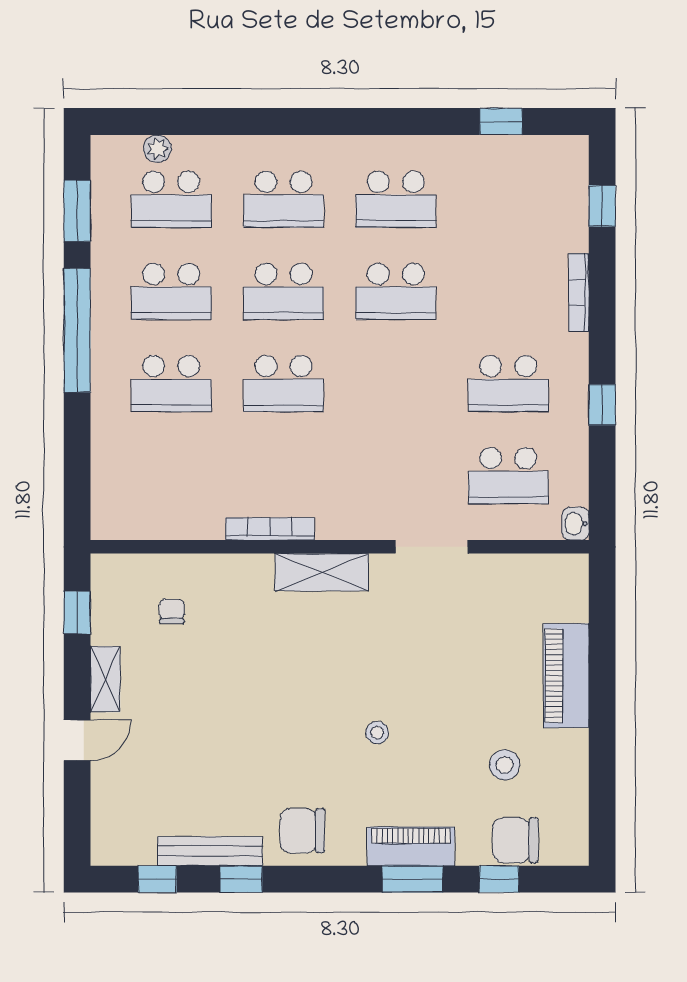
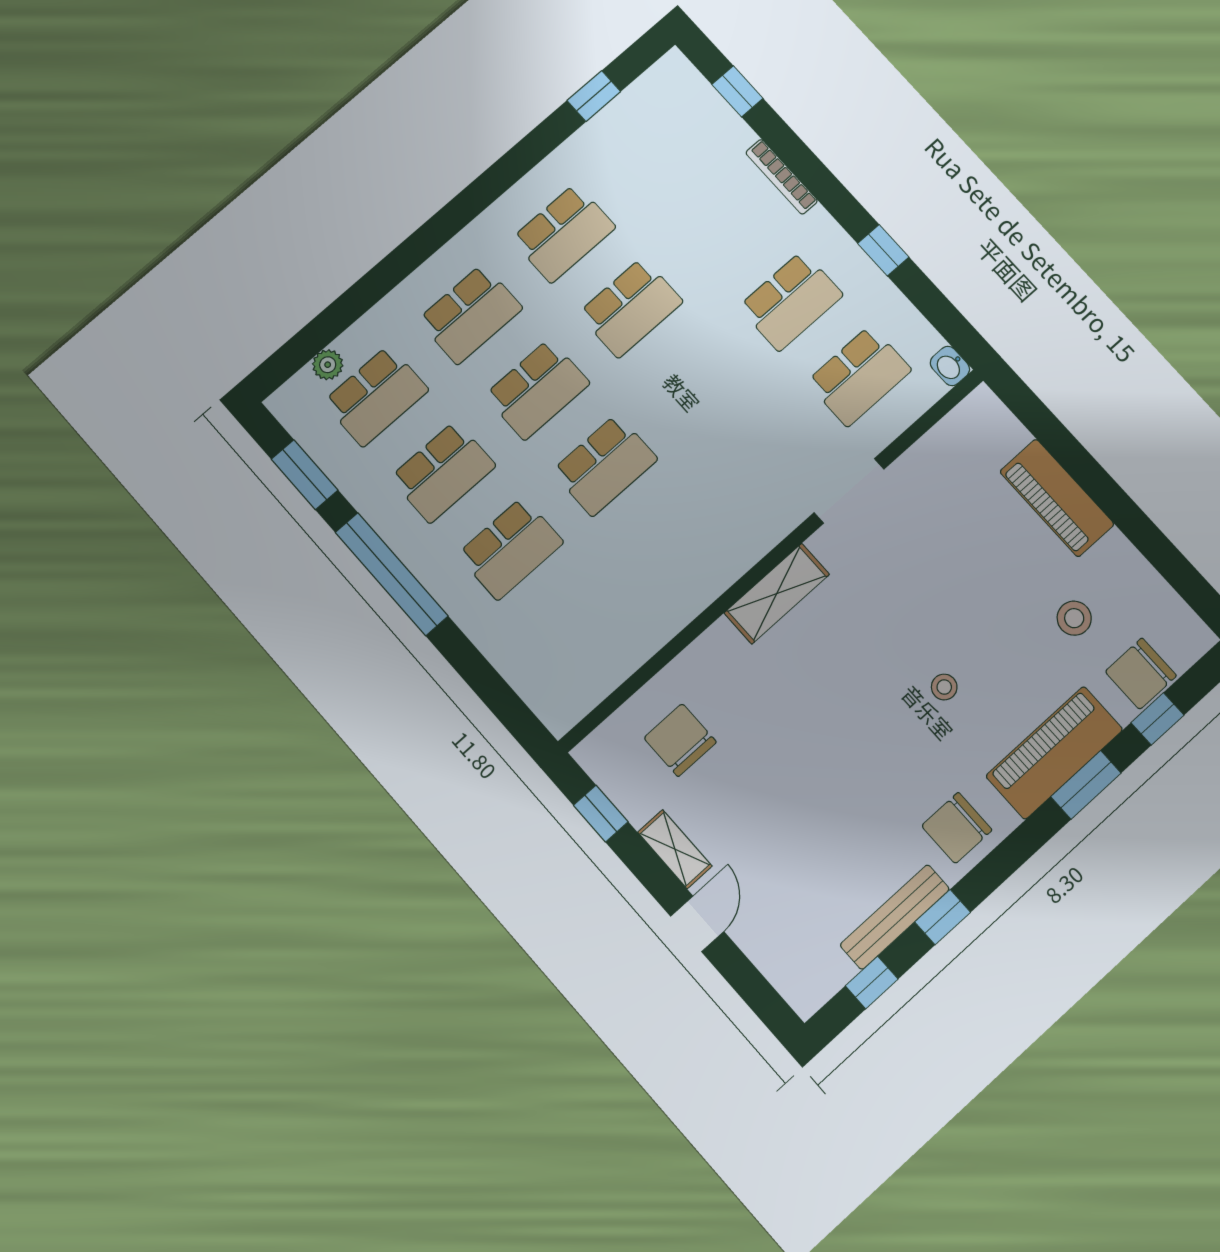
bookcase: (270, 529) -> (701, 596), removed
chair: (172, 611) -> (680, 740), width x1.87, depth x1.87
piano: (411, 846) -> (1054, 753), width x1.37, depth x1.33

